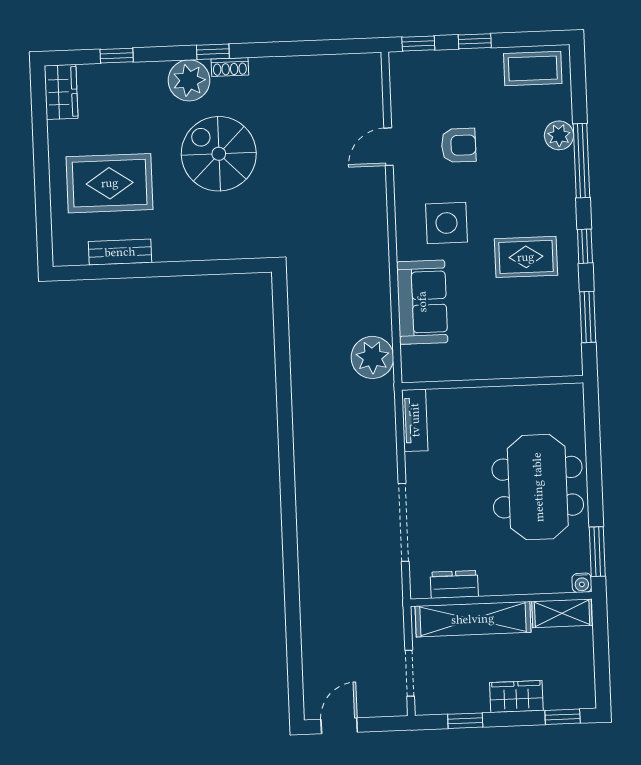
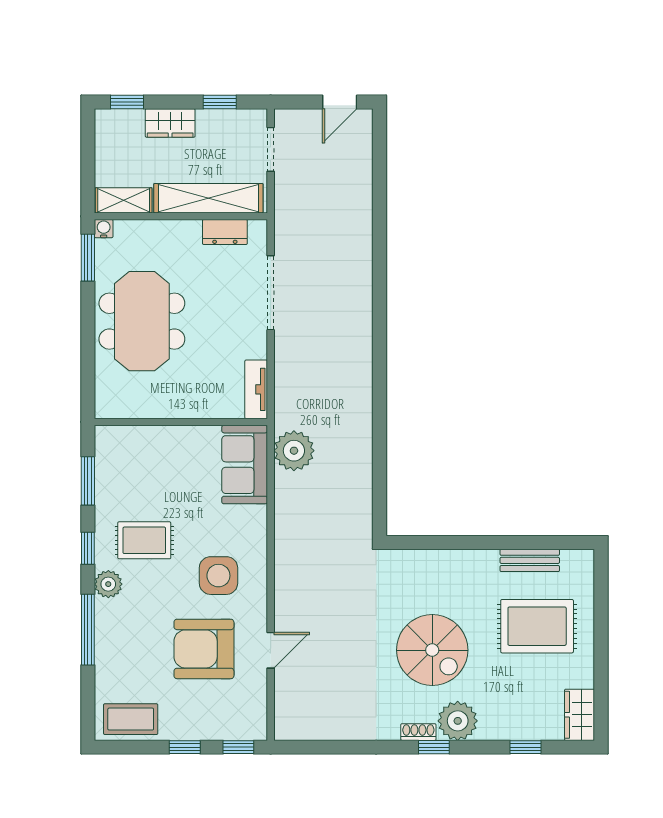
plant: (559, 135) -> (108, 584), moved
armchair: (459, 145) -> (204, 649), width x1.88, depth x1.88
sofa: (422, 302) -> (245, 465), moved

